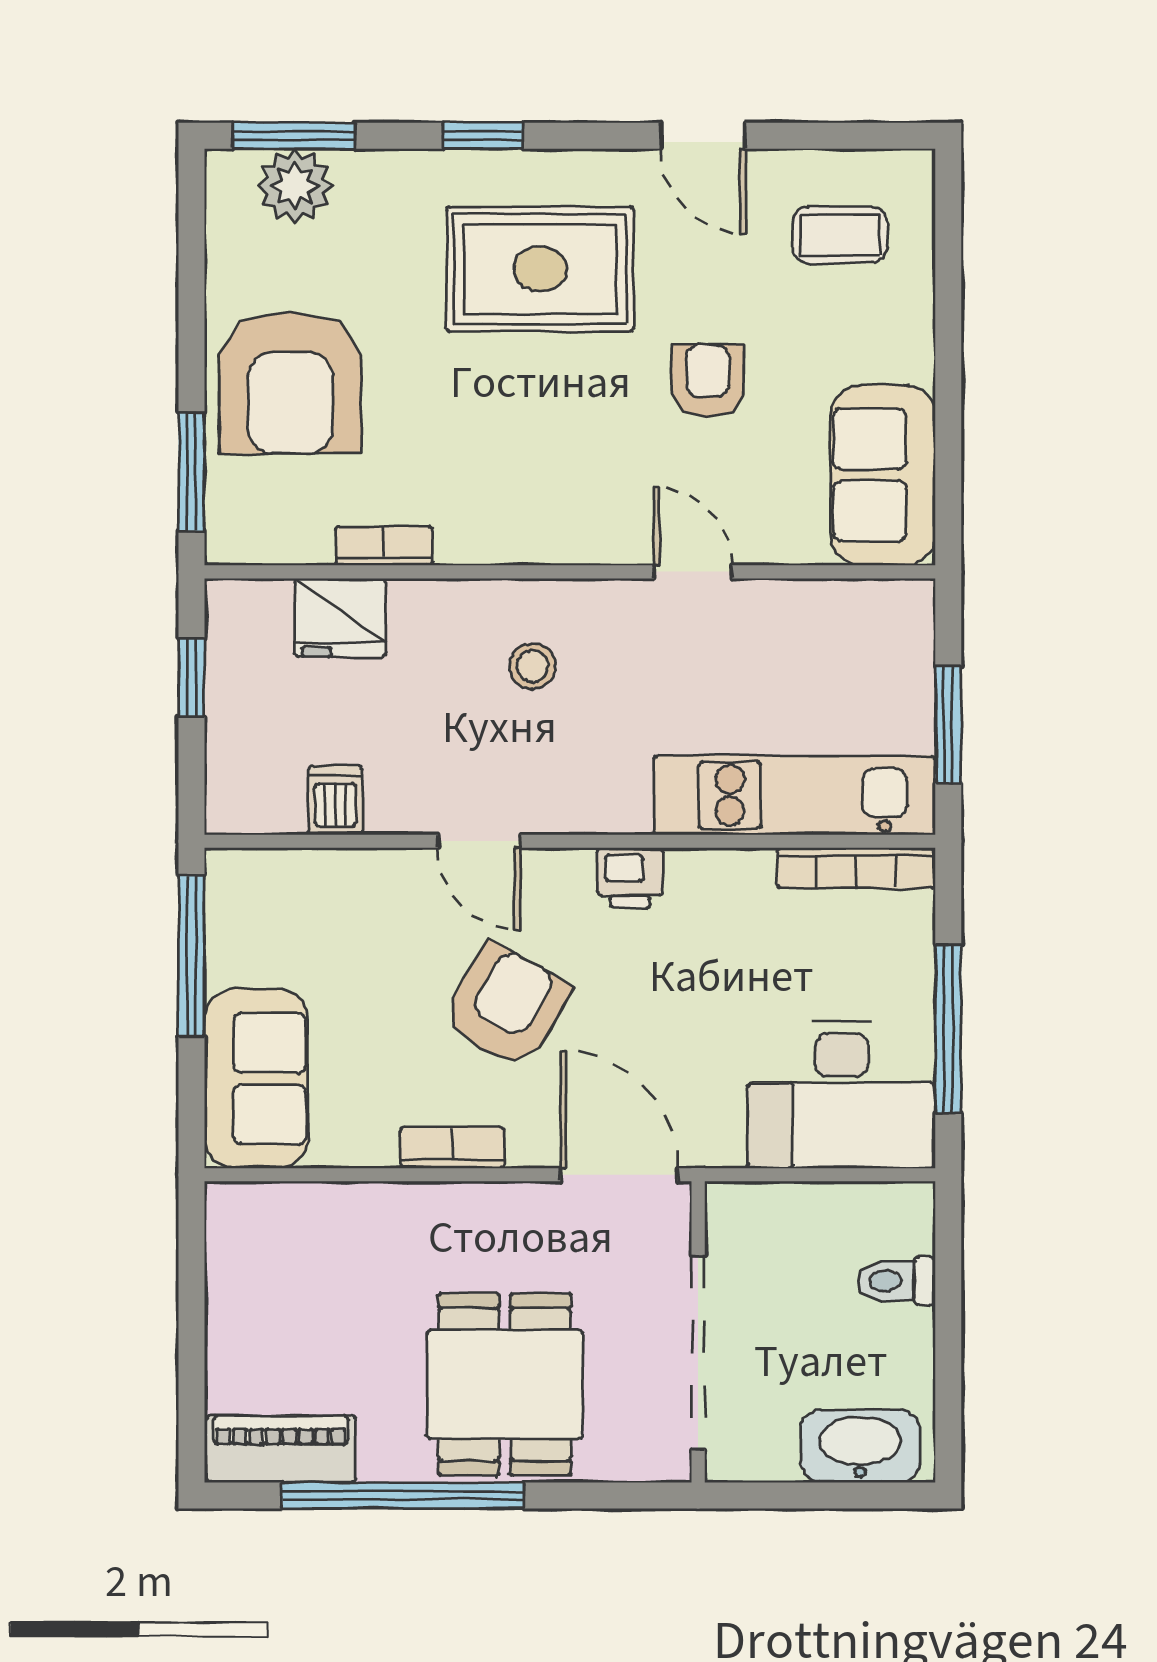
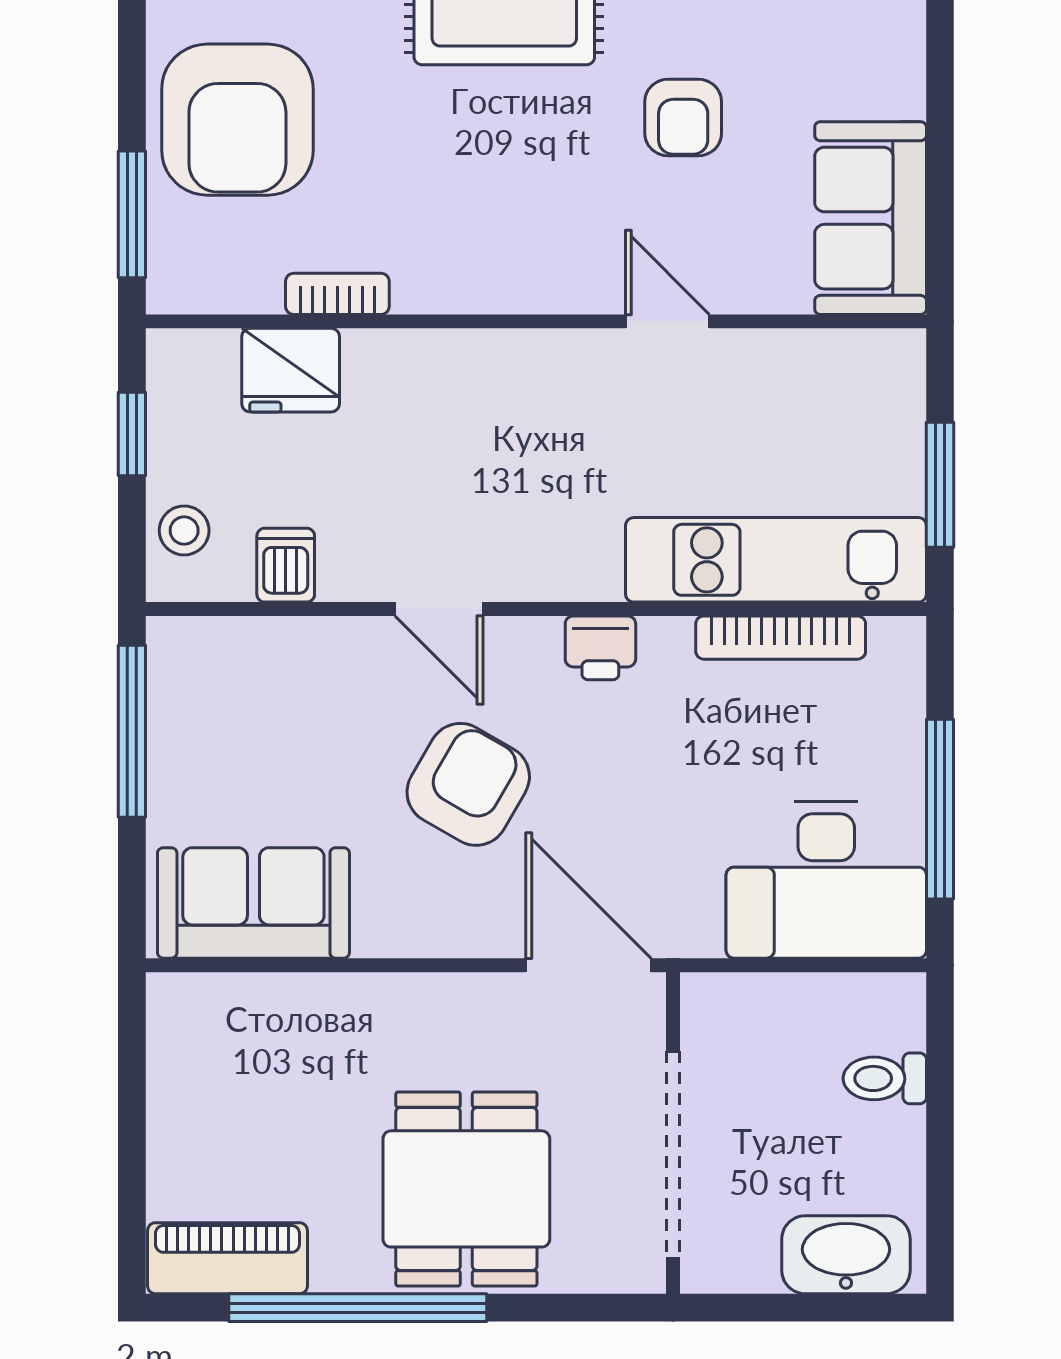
armchair: (708, 381) -> (683, 118), turned 180
stool: (532, 666) -> (184, 530), moved
bookcase: (856, 868) -> (781, 638), moved
sofa: (256, 1079) -> (253, 903), moved, turned -90
bookcase: (452, 1148) -> (410, 936), removed

